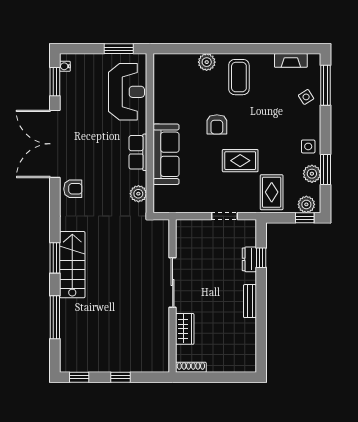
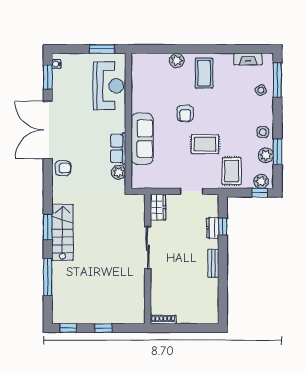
row of seats: (138, 152) -> (118, 148), moved
wardrobe: (185, 329) -> (158, 207), moved

